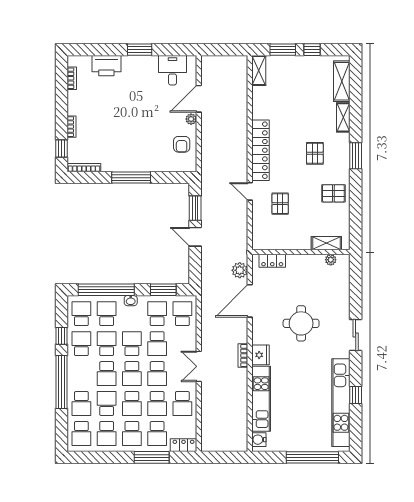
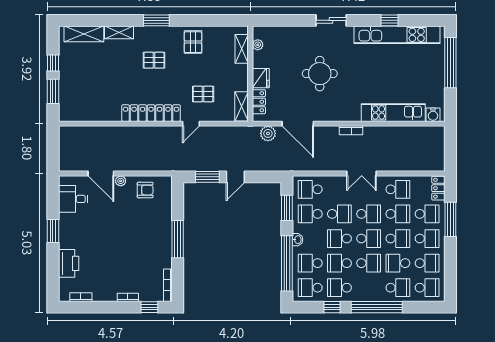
shelving: (259, 70) -> (242, 106), moved, turned 90
fridge: (261, 355) -> (261, 78), moved, turned 90

